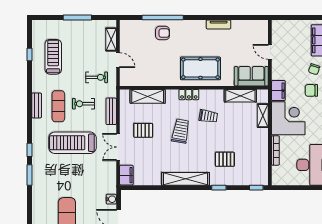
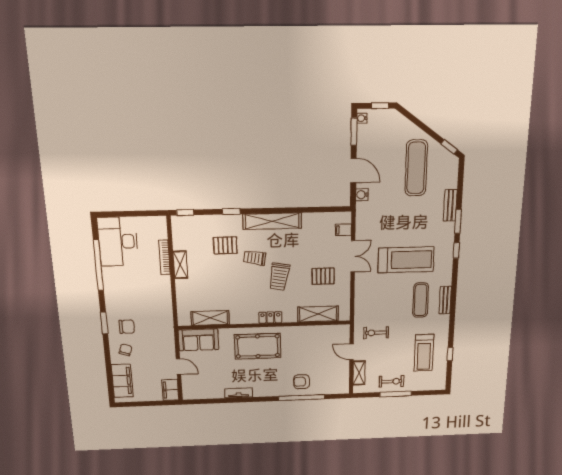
filing cabinet: (278, 91) -> (170, 390), moved
exercise bike: (83, 104) -> (392, 381), moved
bench: (111, 111) -> (450, 205), moved
trolley: (208, 116) -> (255, 258), moved
shelving: (263, 116) -> (180, 265), moved
corner desk: (288, 118) -> (152, 295), removed
filing cabinet: (126, 175) -> (343, 230), width x0.50

